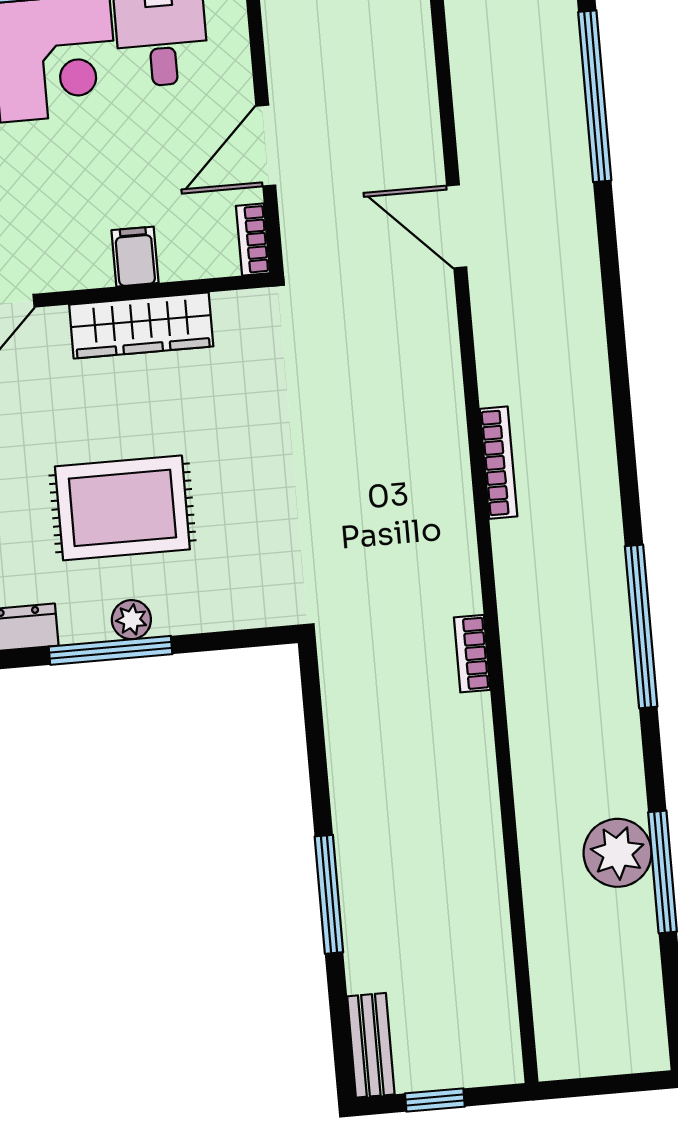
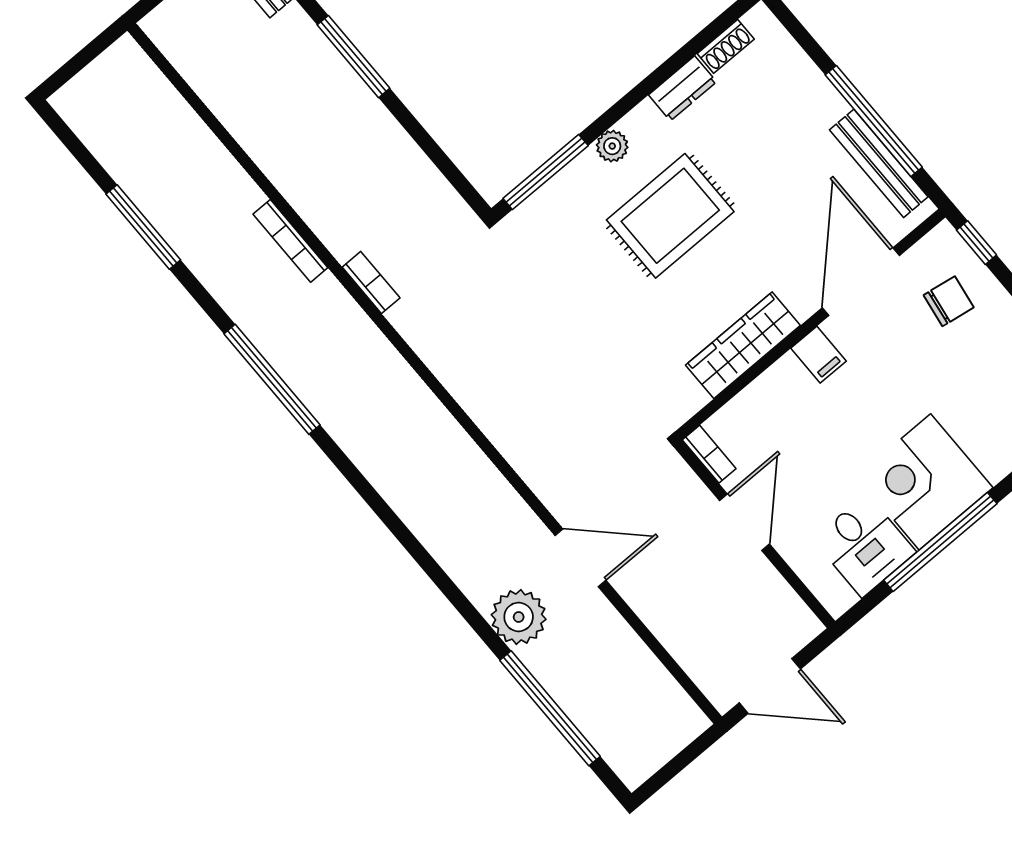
filing cabinet: (135, 257) -> (819, 355), moved
bookcase: (498, 463) -> (290, 241), moved
window: (110, 650) -> (546, 172), moved
plant: (618, 853) -> (519, 617), moved

